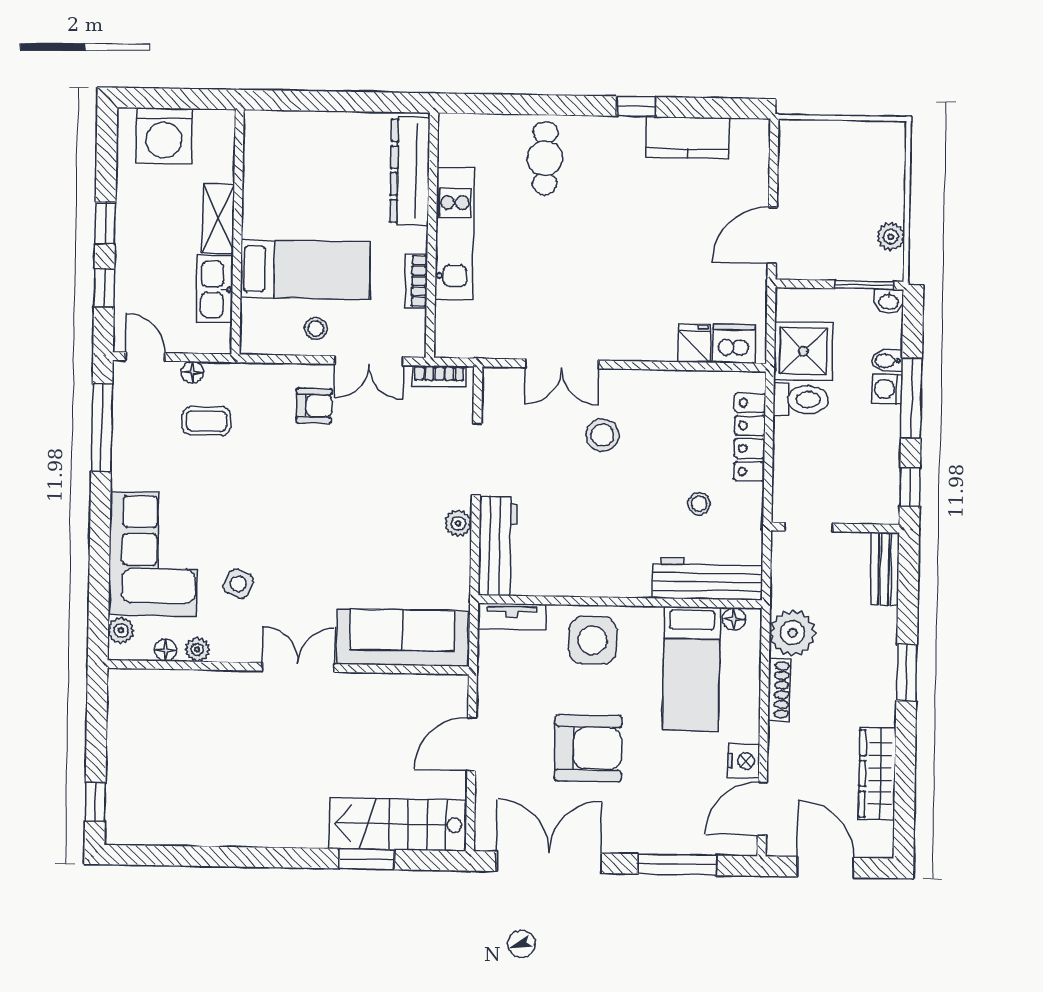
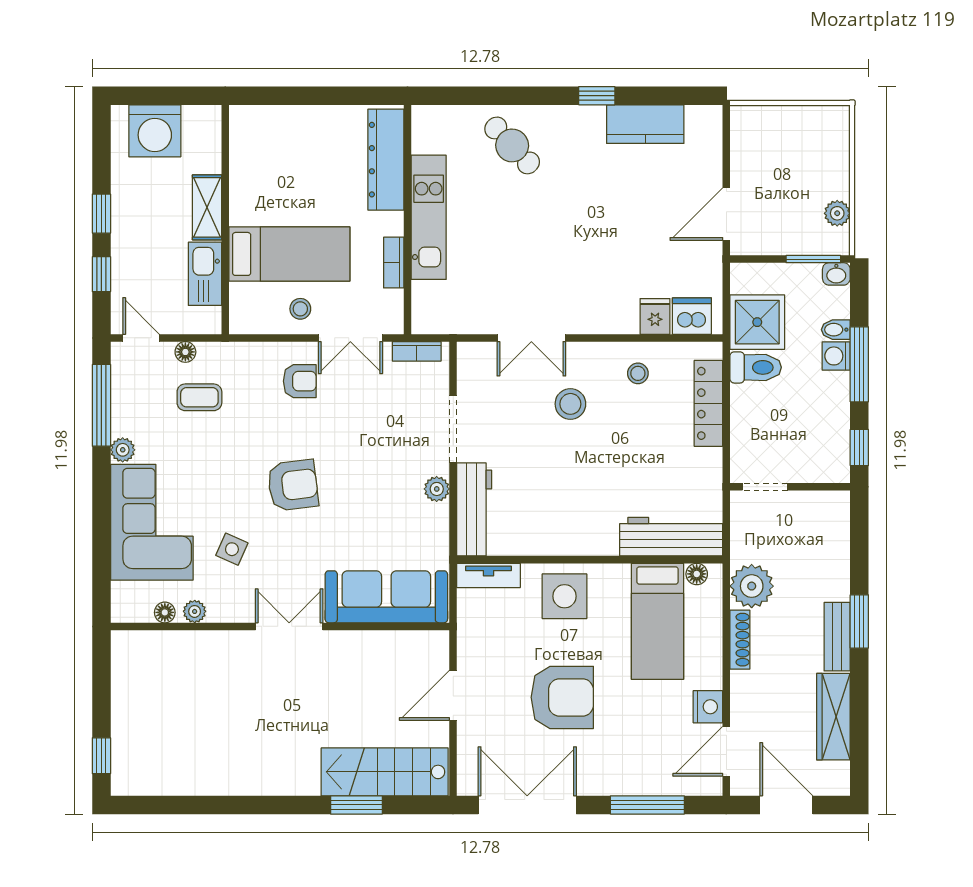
cafe table: (545, 158) -> (512, 145), turned -43
stool: (699, 504) -> (638, 373), moved
armchair: (305, 517) -> (293, 485), added
bench: (885, 569) -> (837, 637), moved
plant: (121, 630) -> (123, 450), moved

